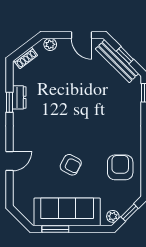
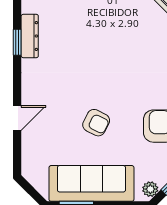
dresser: (19, 97) -> (30, 36), width x1.44

